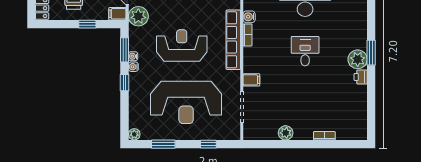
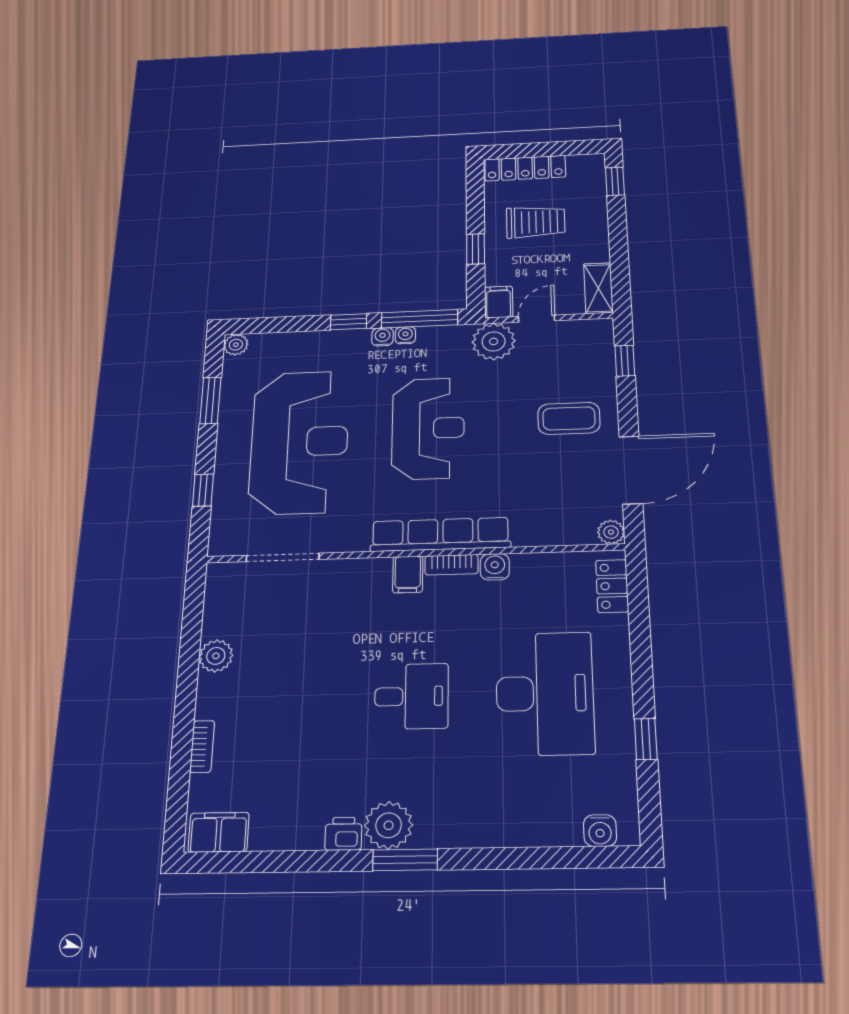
window: (124, 50) -> (420, 319), width x1.44
filing cabinet: (251, 80) -> (408, 574), moved
reception desk: (186, 102) -> (299, 442), turned 180
filing cabinet: (359, 127) -> (219, 832), added

